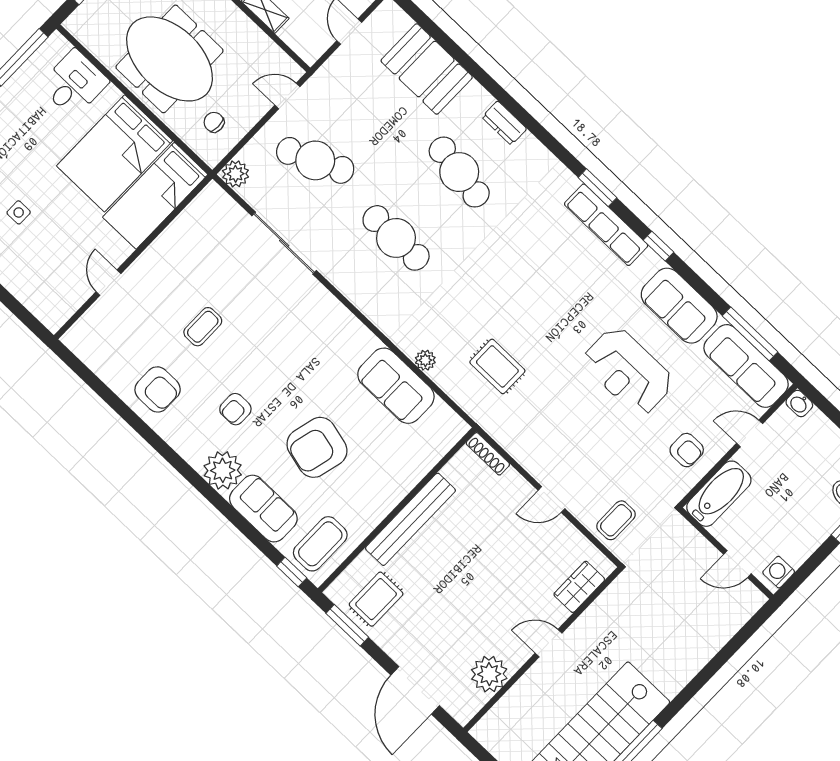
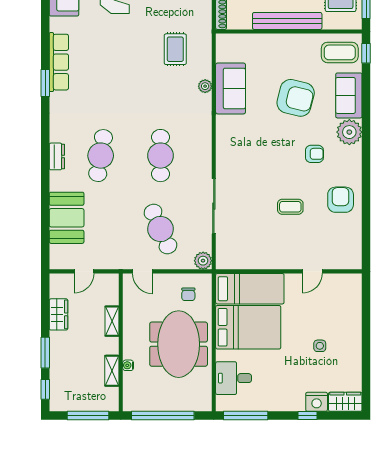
window: (658, 246) -> (45, 28), removed

